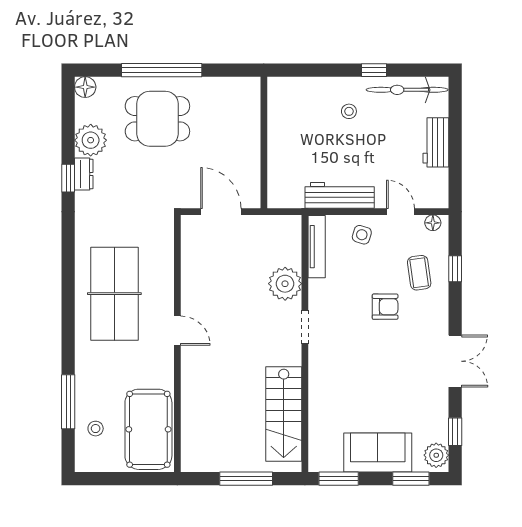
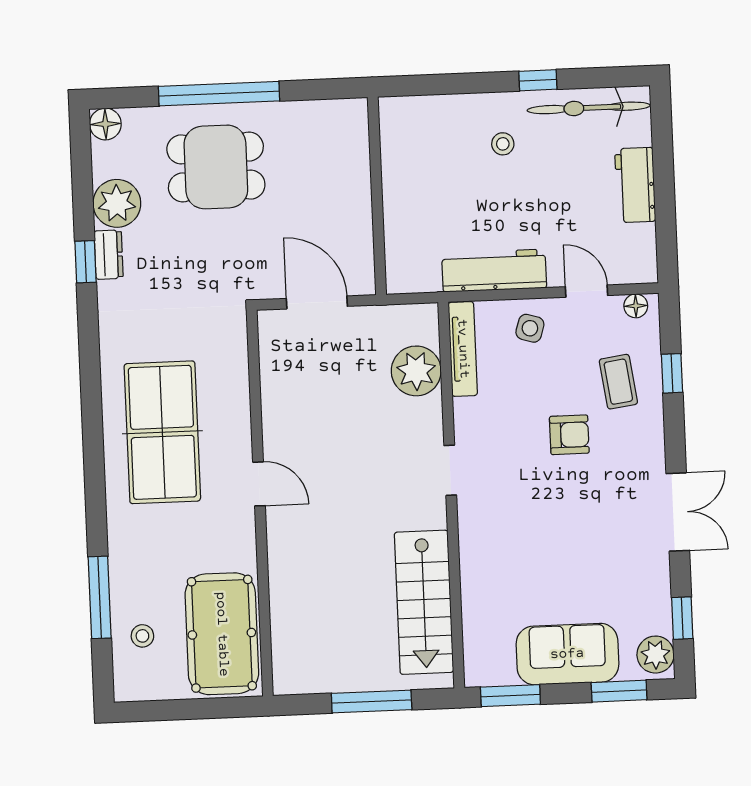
plant: (285, 284) -> (416, 371), moved

